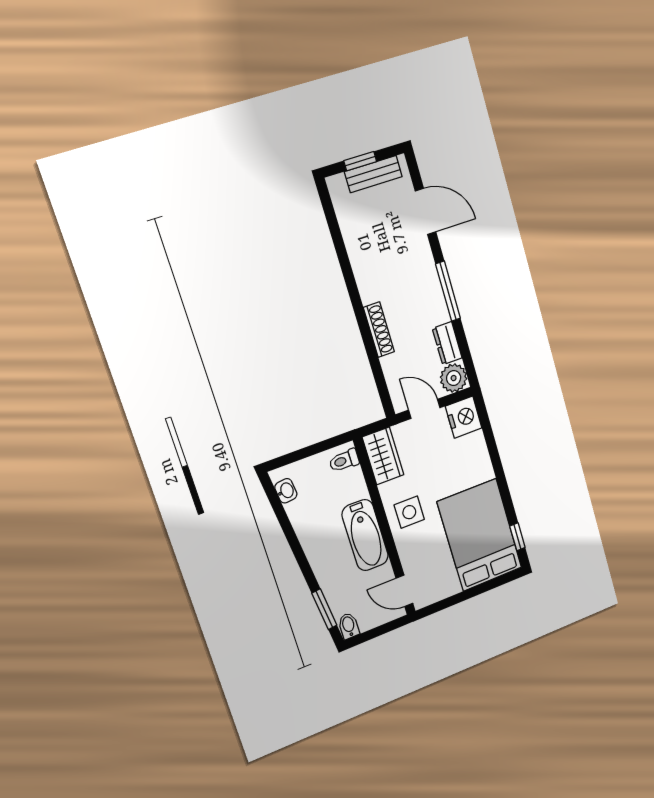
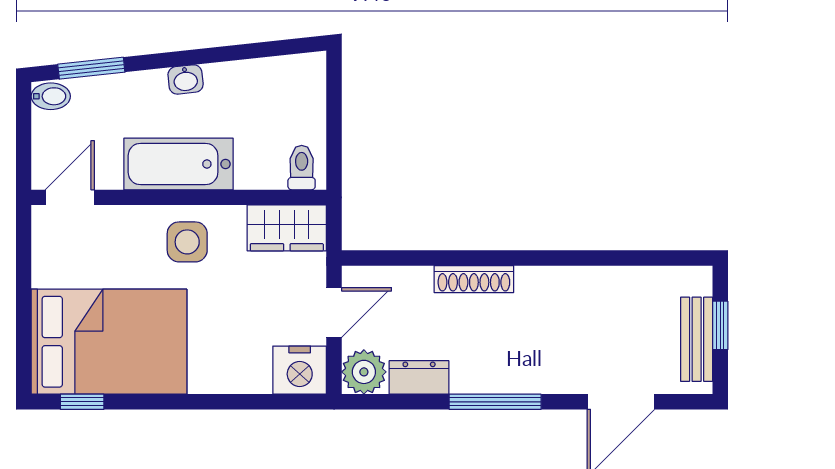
washbasin: (286, 491) -> (186, 79), moved

